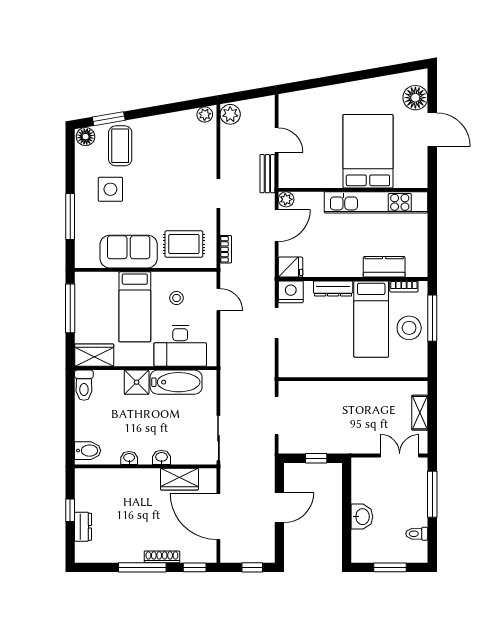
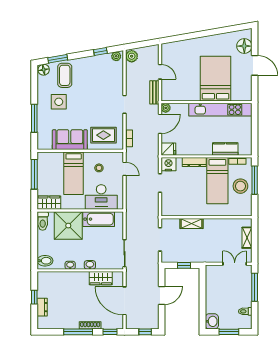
window: (179, 107) -> (100, 51), added
shower: (137, 382) -> (68, 226), width x1.86, depth x1.86
shelving: (329, 389) -> (191, 223), added
washbasin: (362, 517) -> (212, 321), moved

